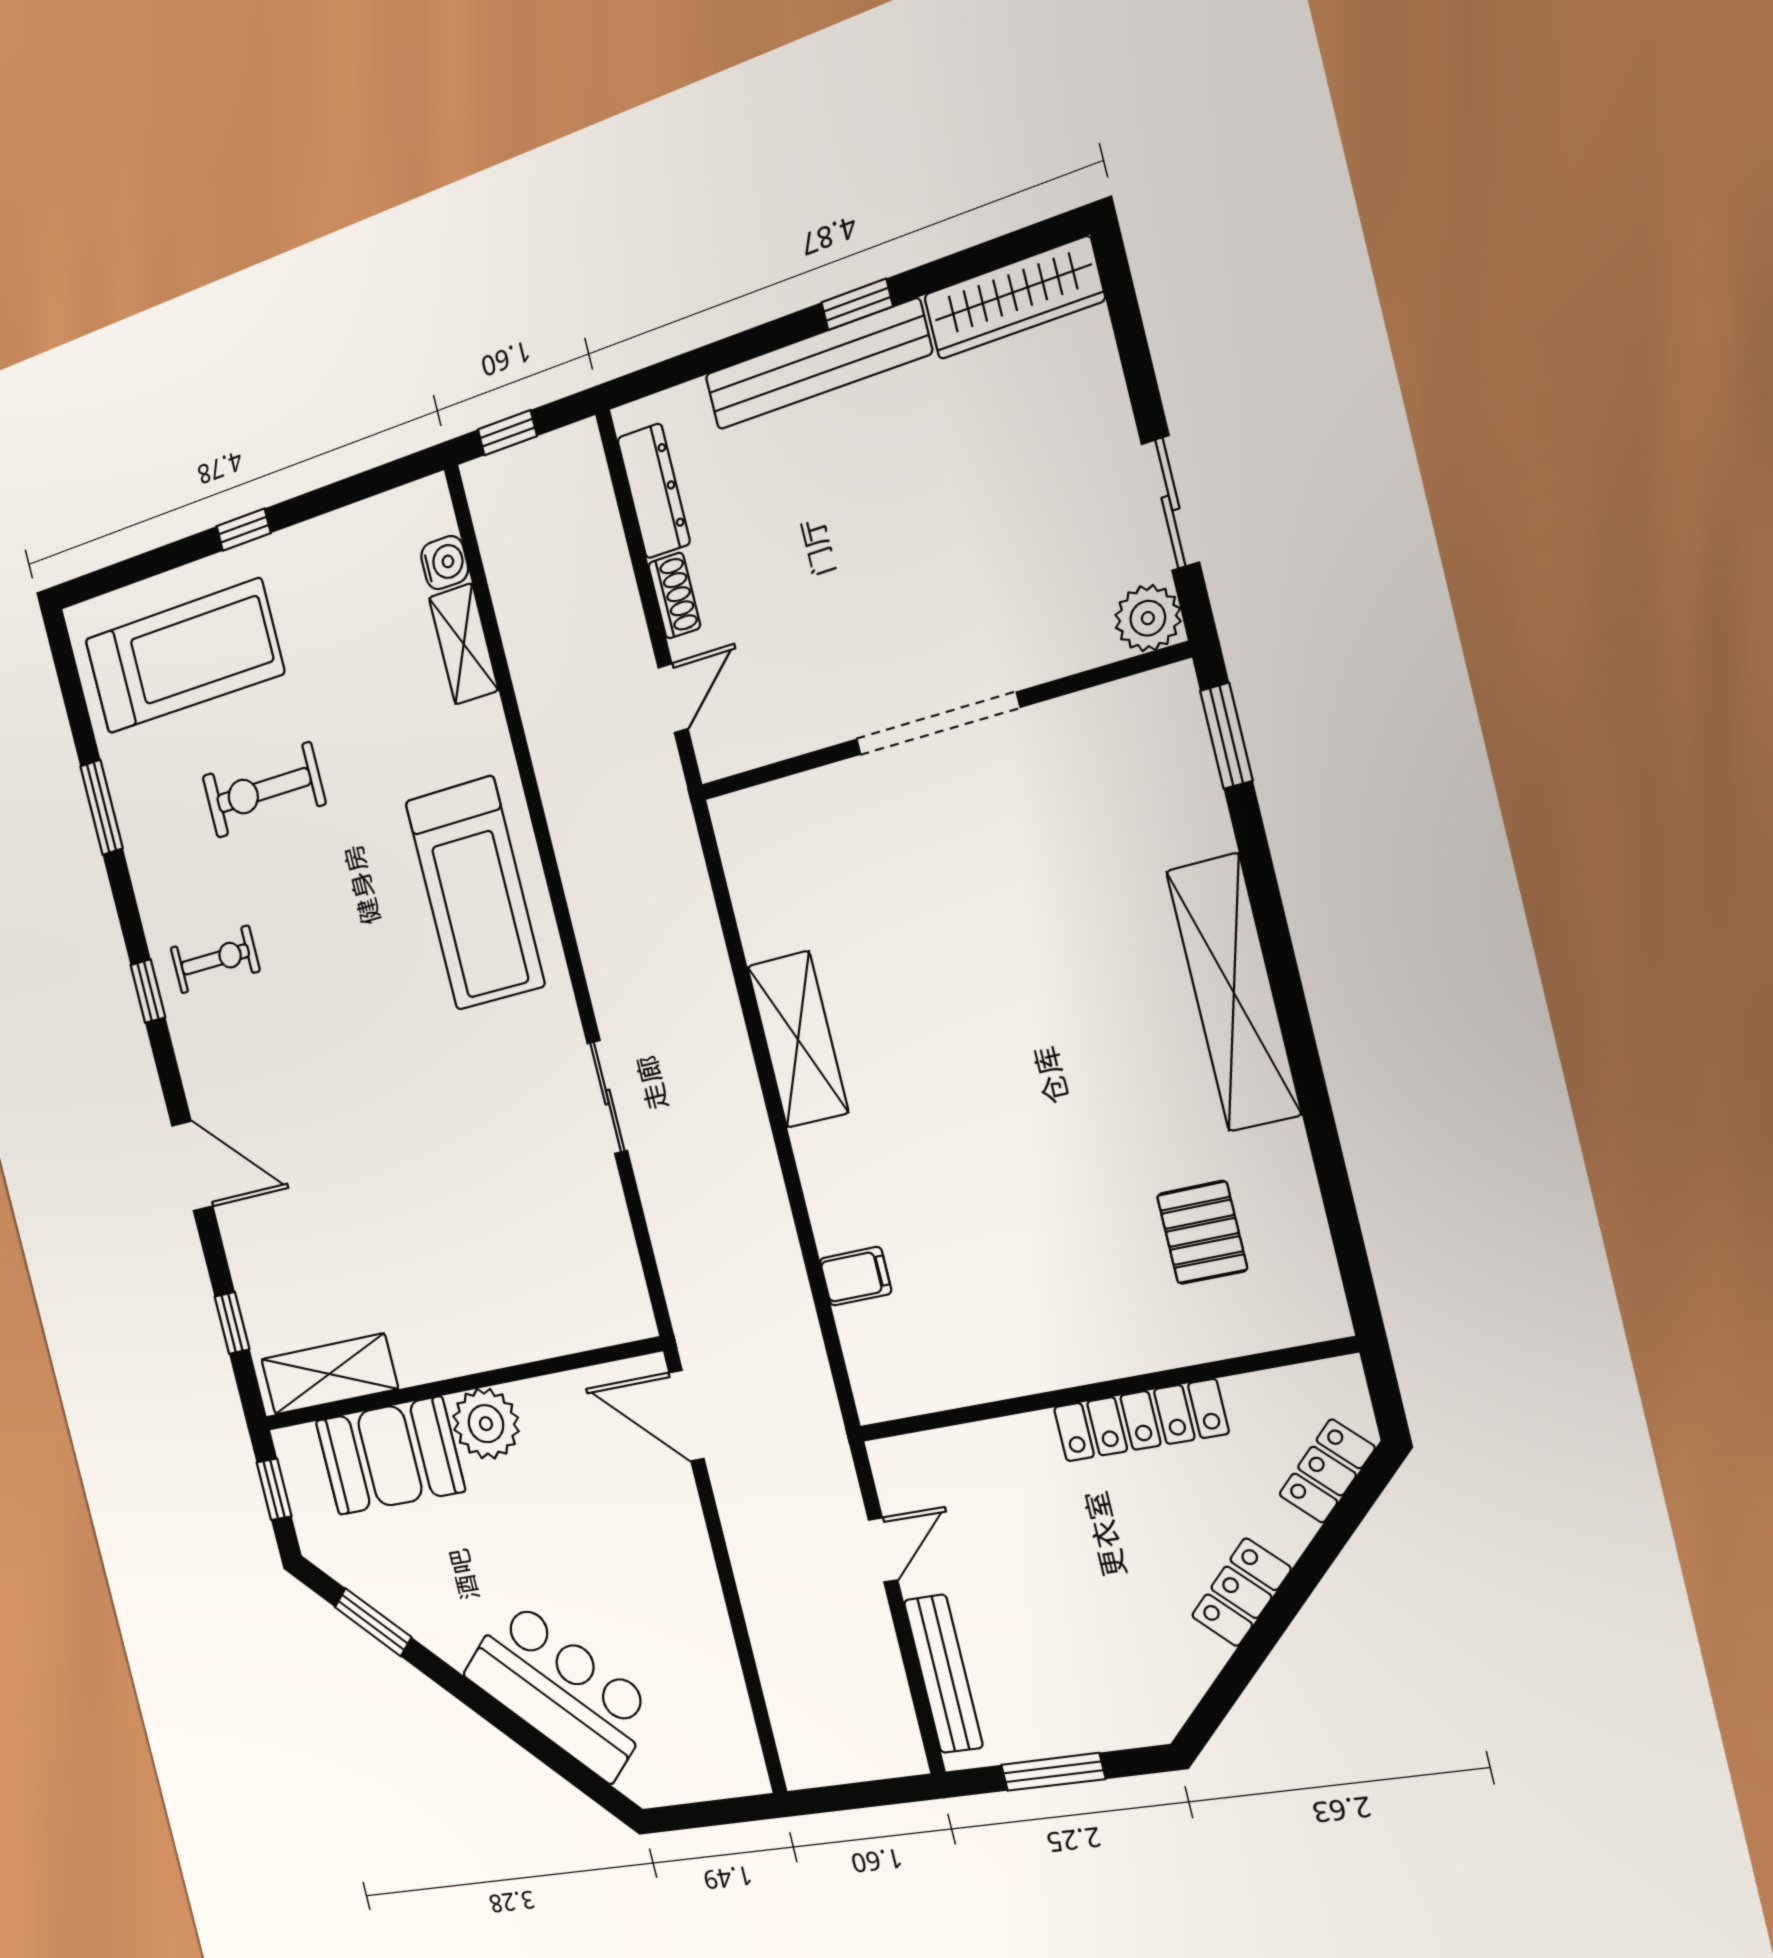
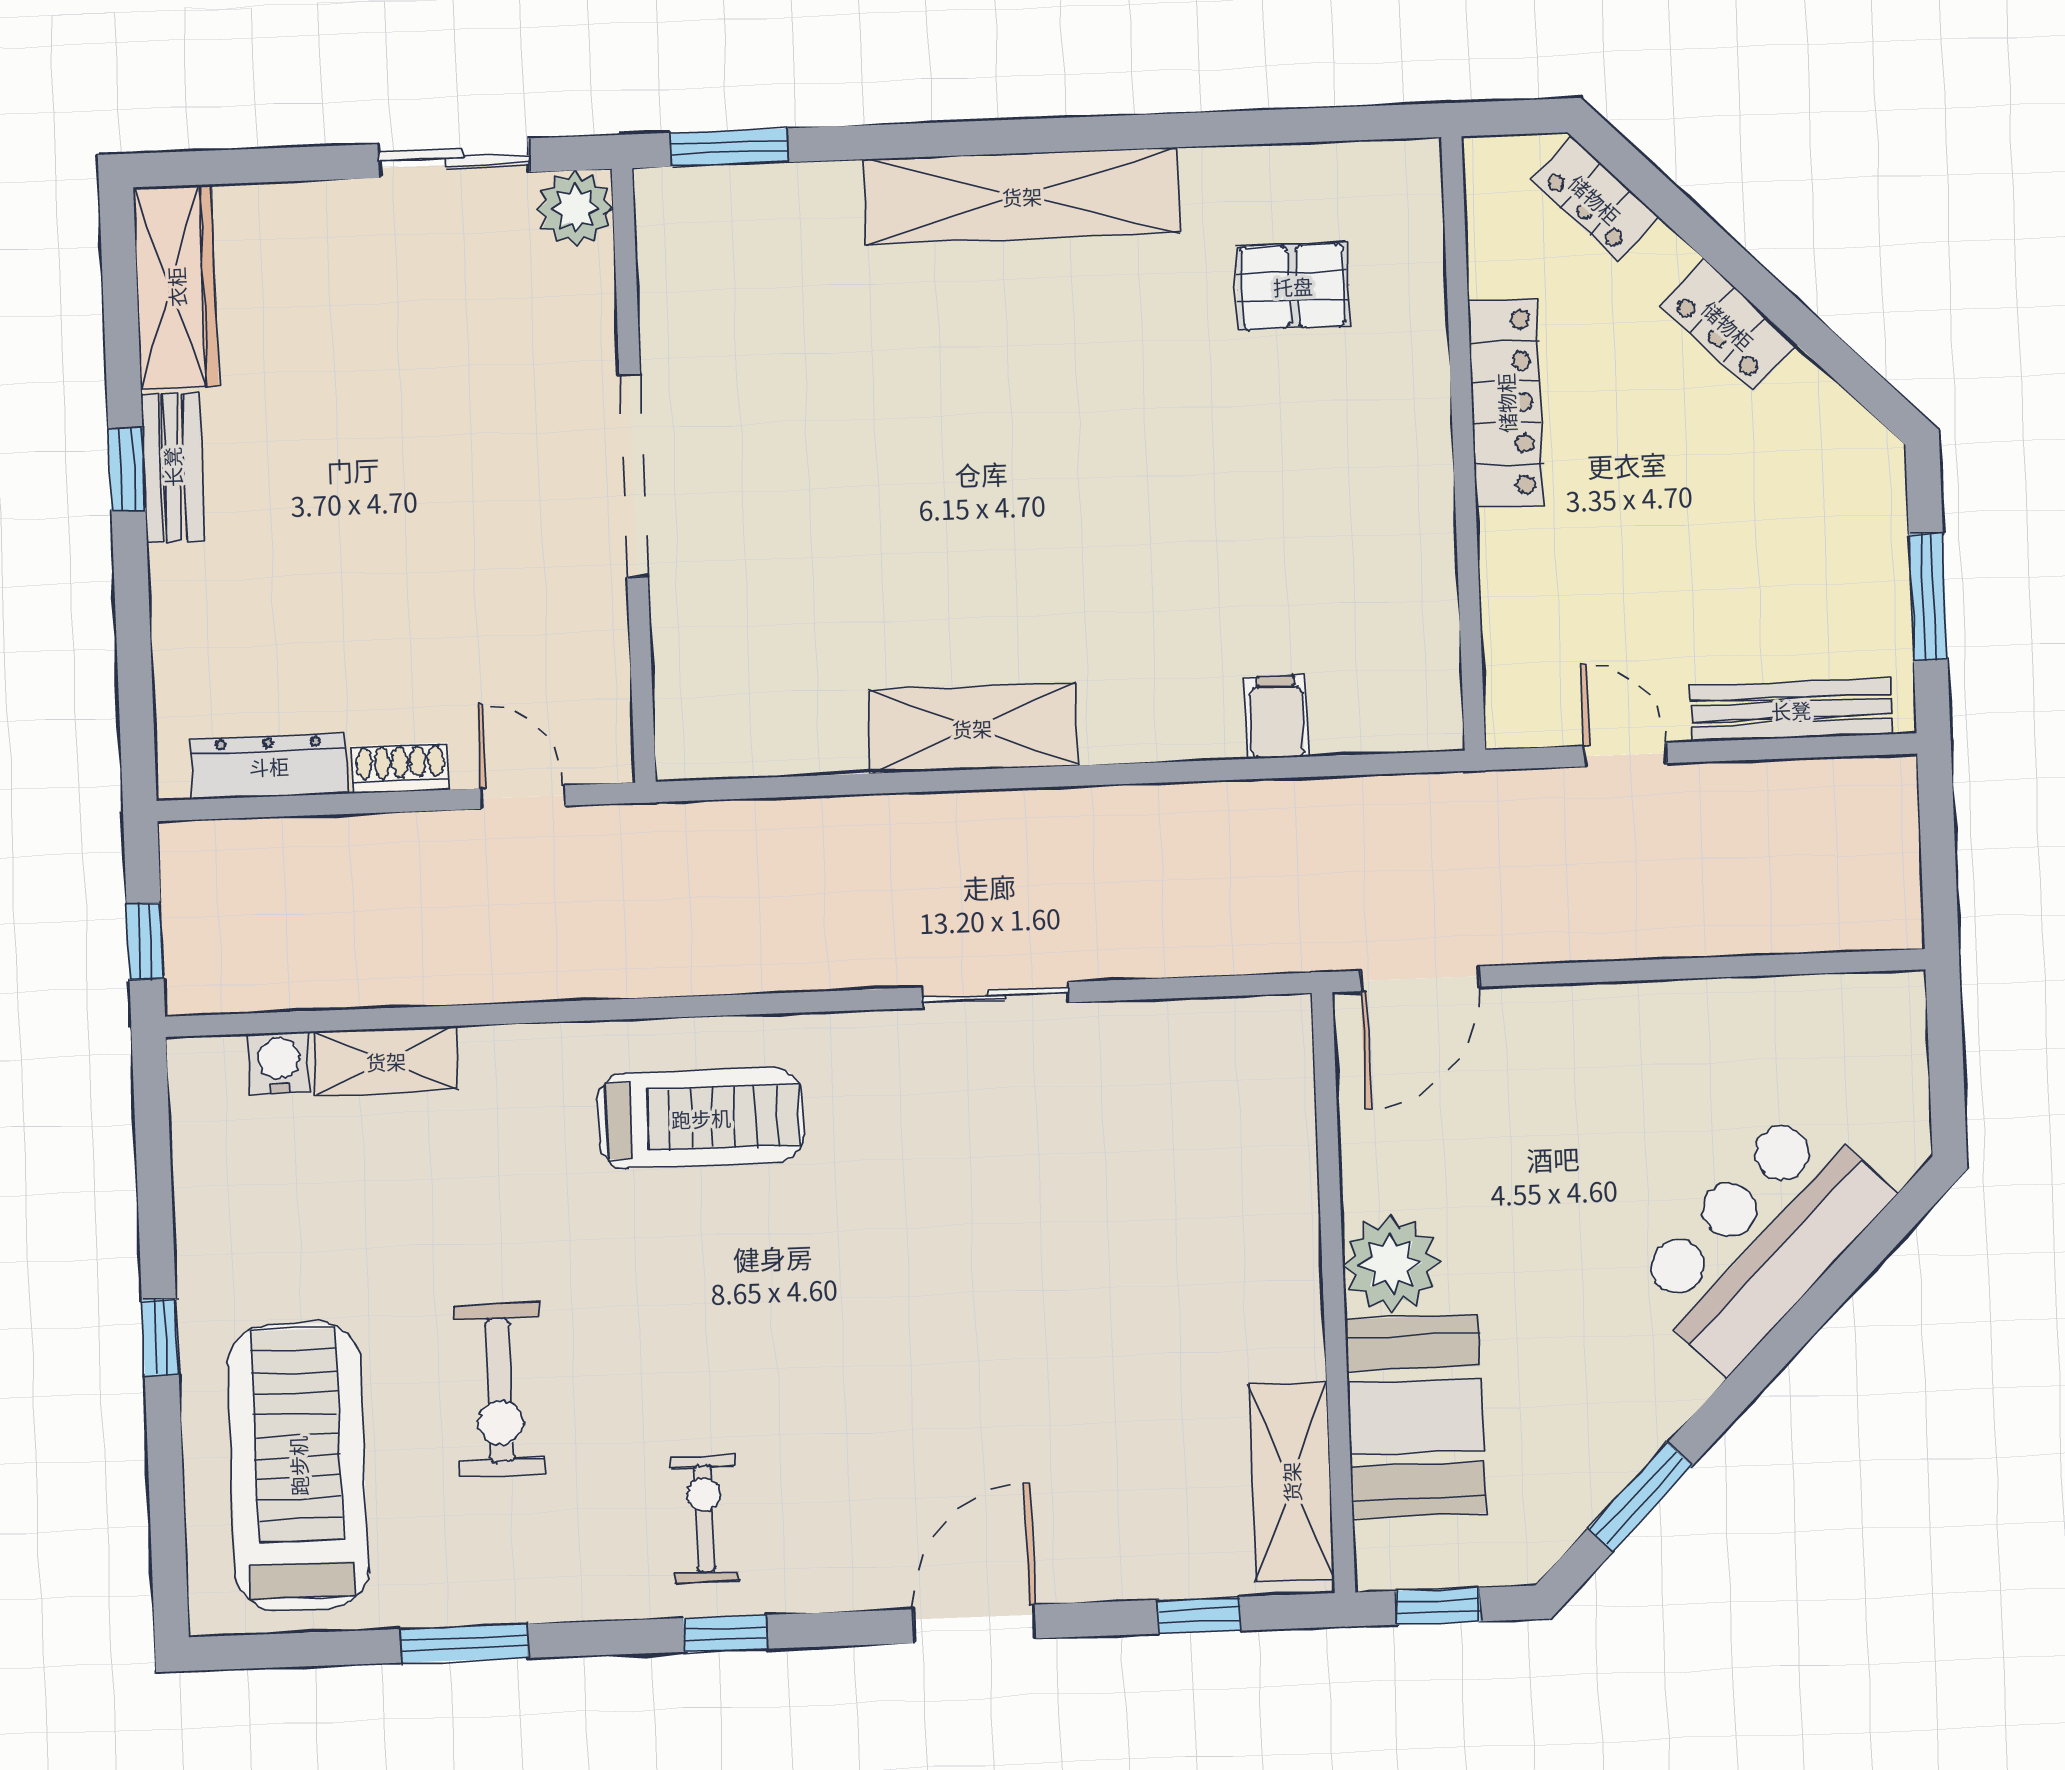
bench: (817, 364) -> (172, 467), width x0.54, depth x0.82
treadmill: (475, 893) -> (701, 1118), width x0.73, depth x0.73

